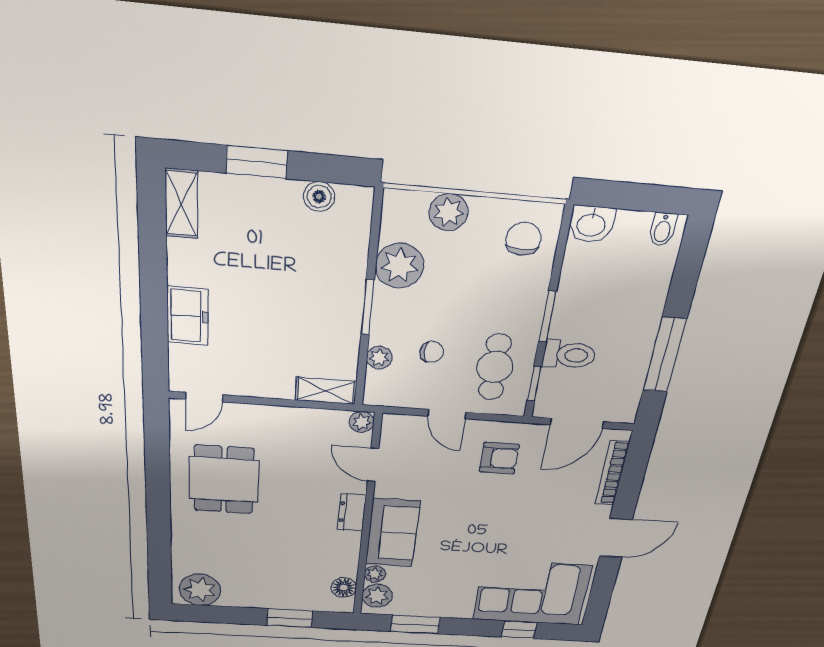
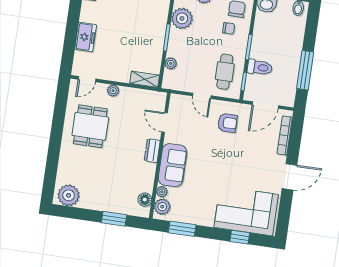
chair: (432, 352) -> (229, 28), moved
plant: (362, 422) -> (113, 91), moved

